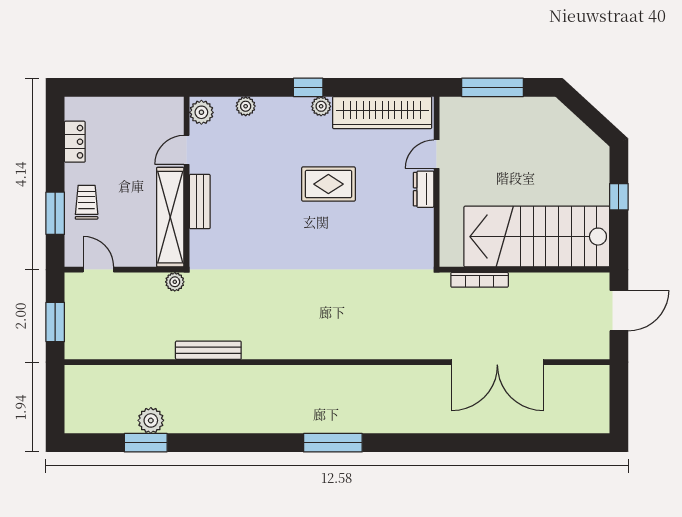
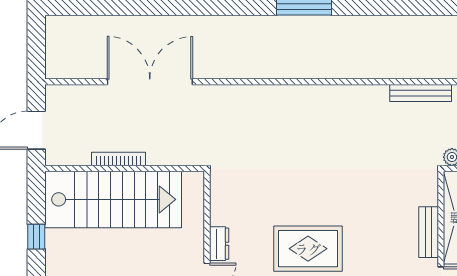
rug: (328, 184) -> (308, 249), width x1.36, depth x1.43
bookcase: (480, 280) -> (119, 159), moved

